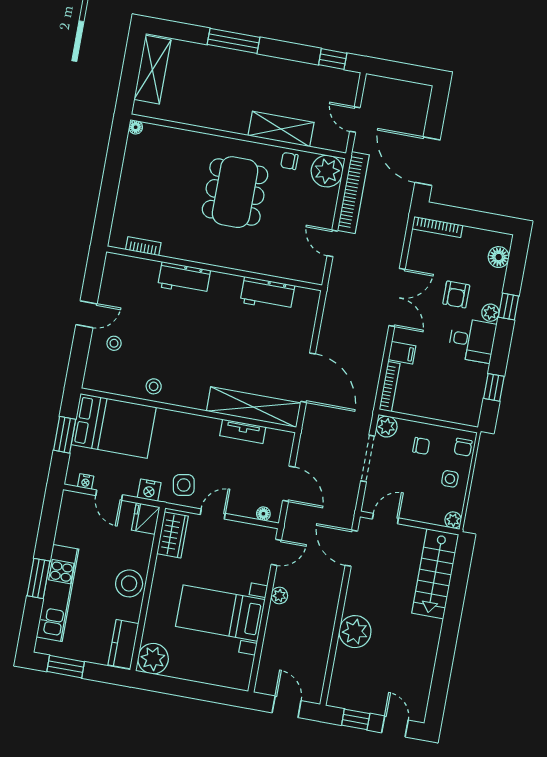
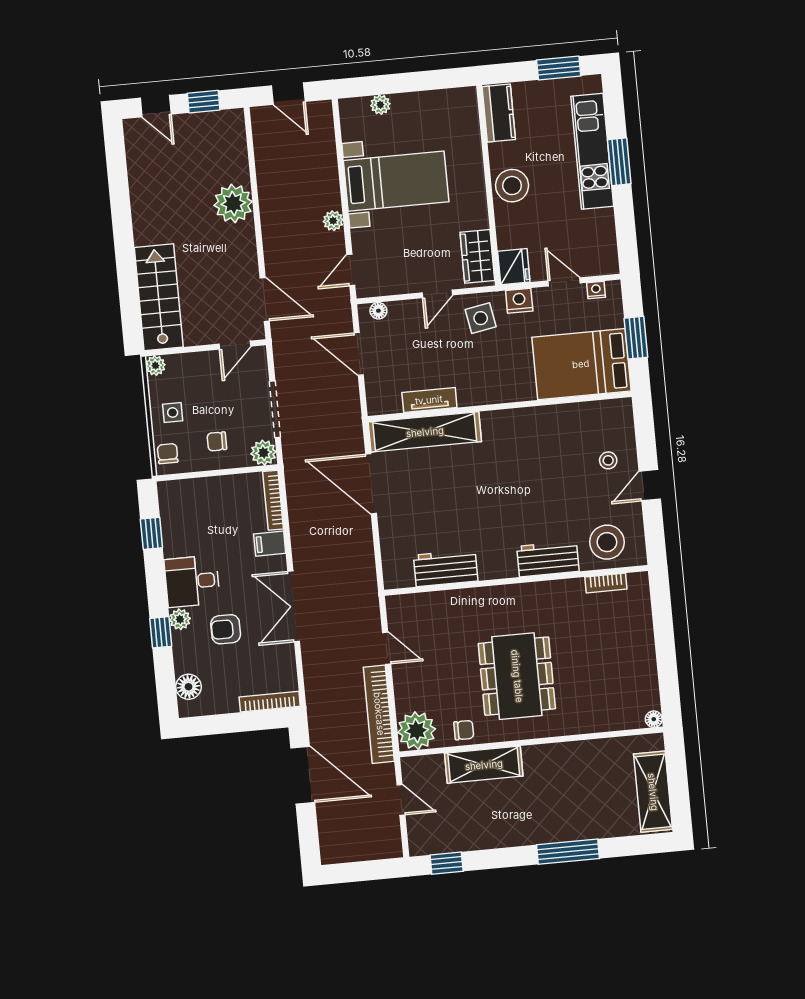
armchair: (456, 294) -> (226, 629), turned -90
stool: (154, 386) -> (607, 542), moved, width x1.89, depth x1.89
plant: (153, 659) -> (380, 105), moved, width x0.53, depth x0.53

